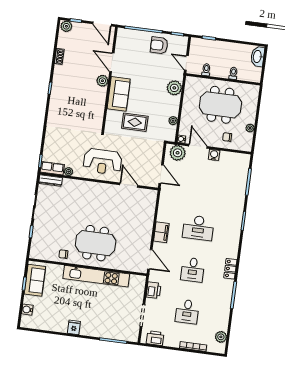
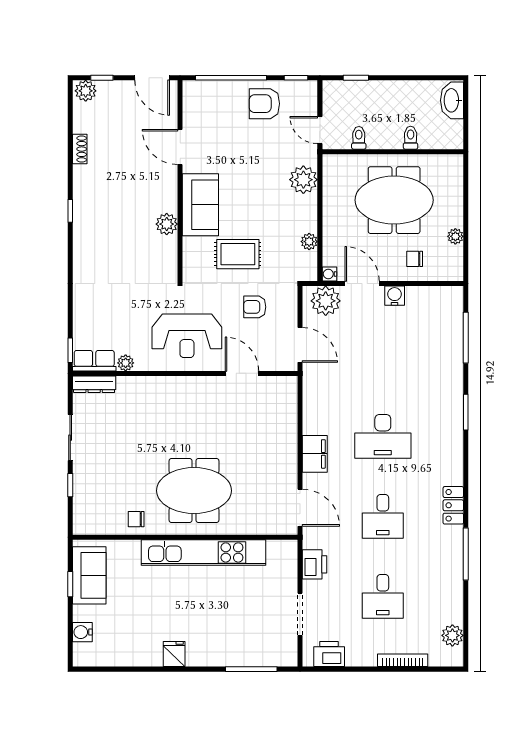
plant: (102, 81) -> (167, 224), moved
armchair: (140, 151) -> (255, 307), added

